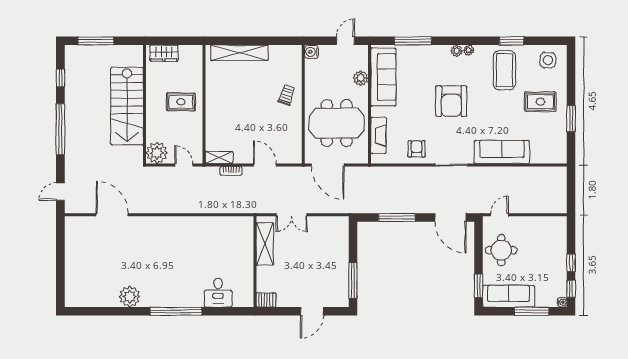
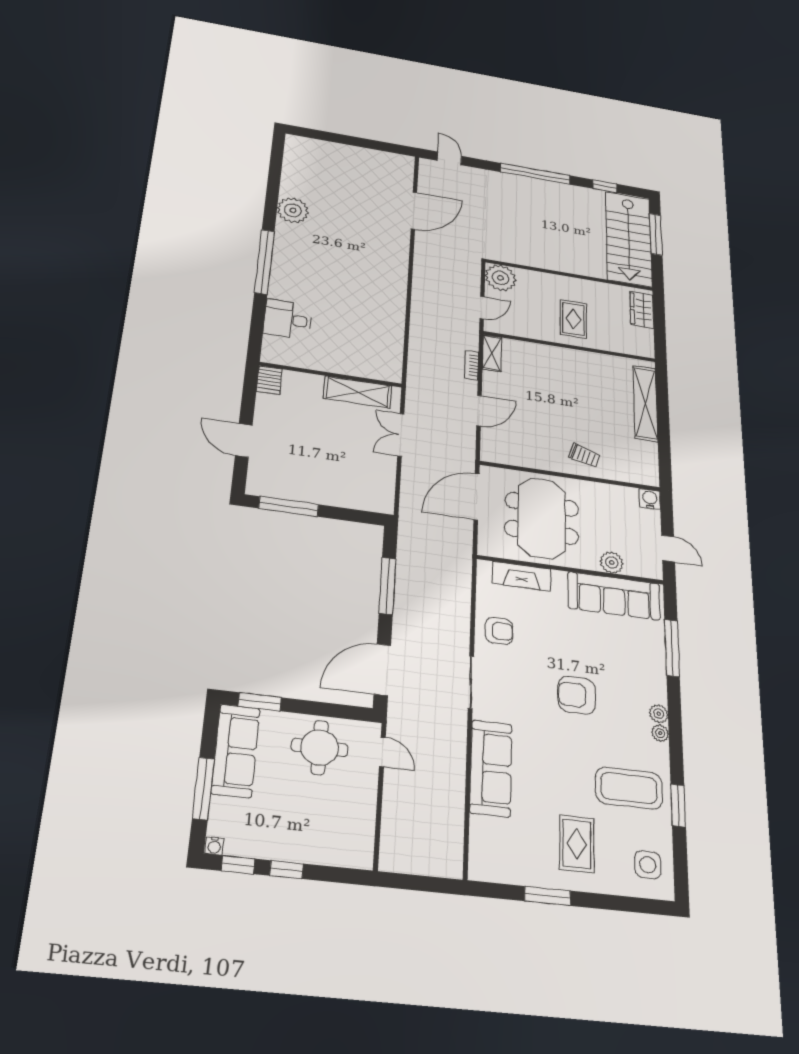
armchair: (451, 101) -> (577, 695), width x0.73, depth x0.73
stairs: (127, 106) -> (629, 239), moved, turned -90

